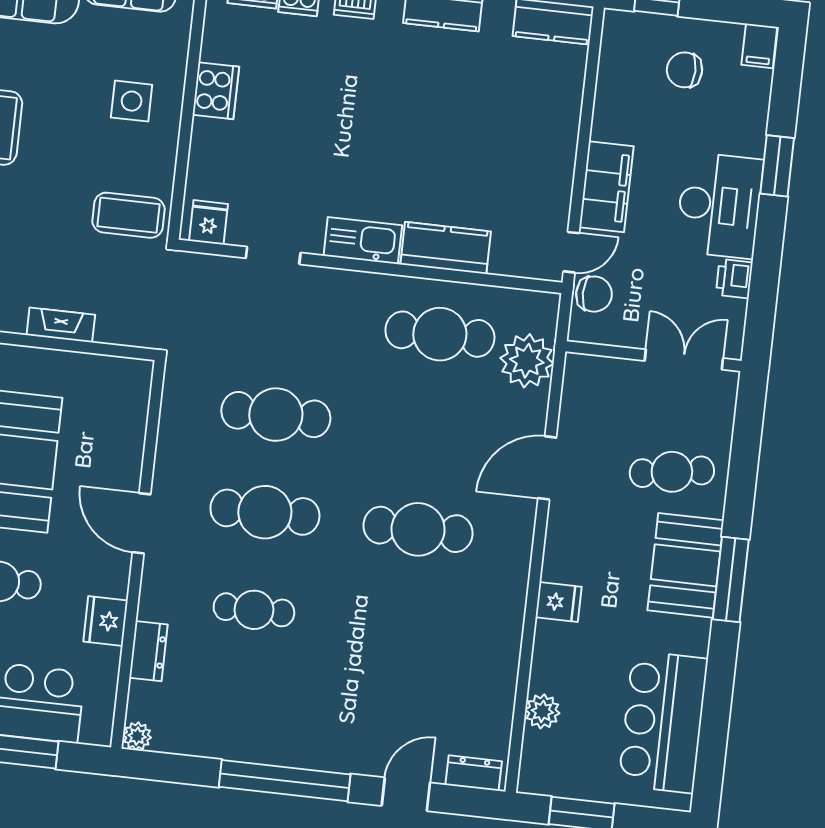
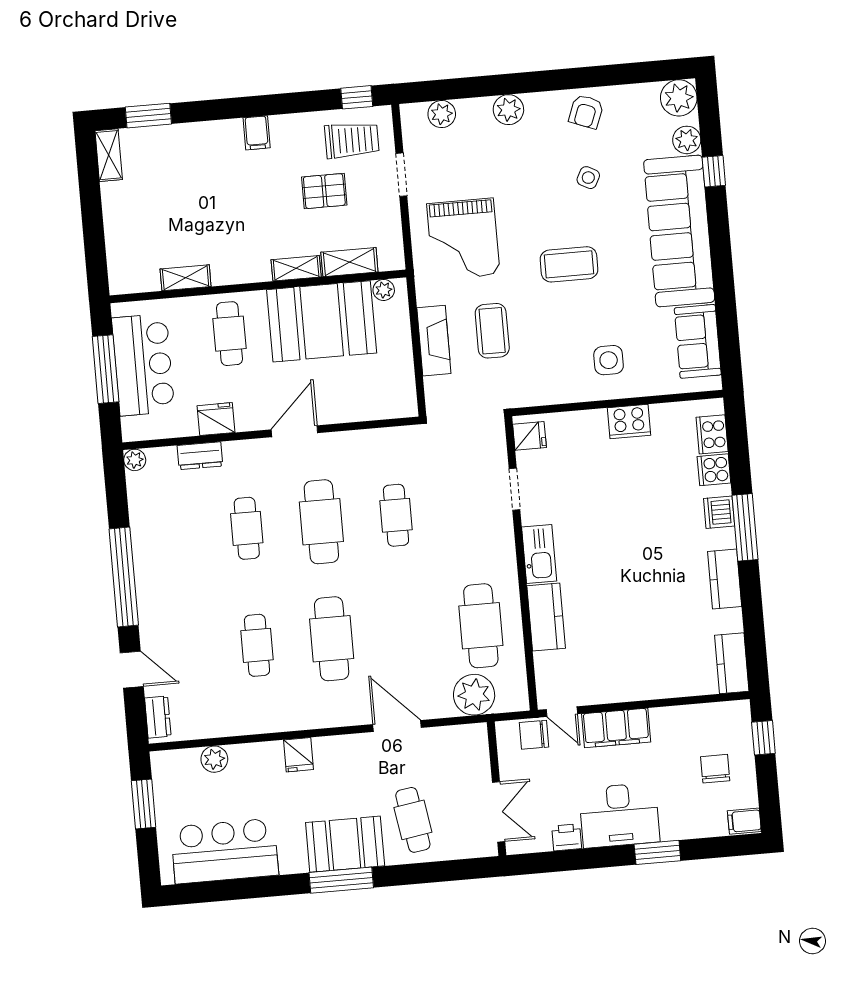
coffee table: (129, 215) -> (492, 331), moved
chair: (594, 294) -> (534, 735), turned 90
fireplace: (61, 325) -> (434, 341), width x1.37, depth x1.32
cafe table: (276, 415) -> (396, 515), width x0.73, depth x0.74
cafe table: (407, 627) -> (257, 645), added

